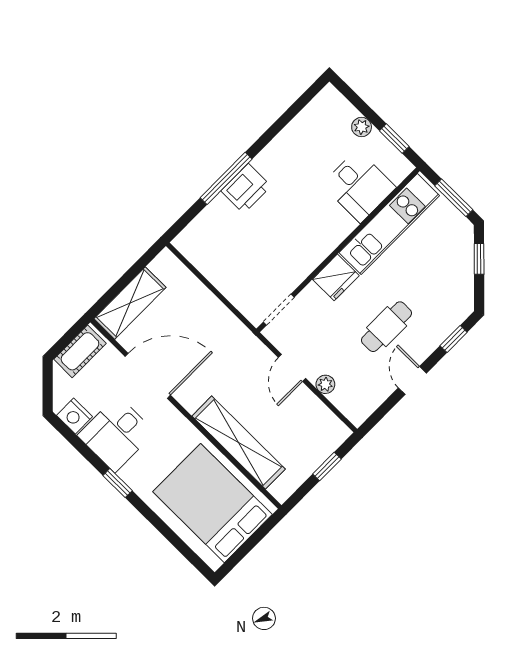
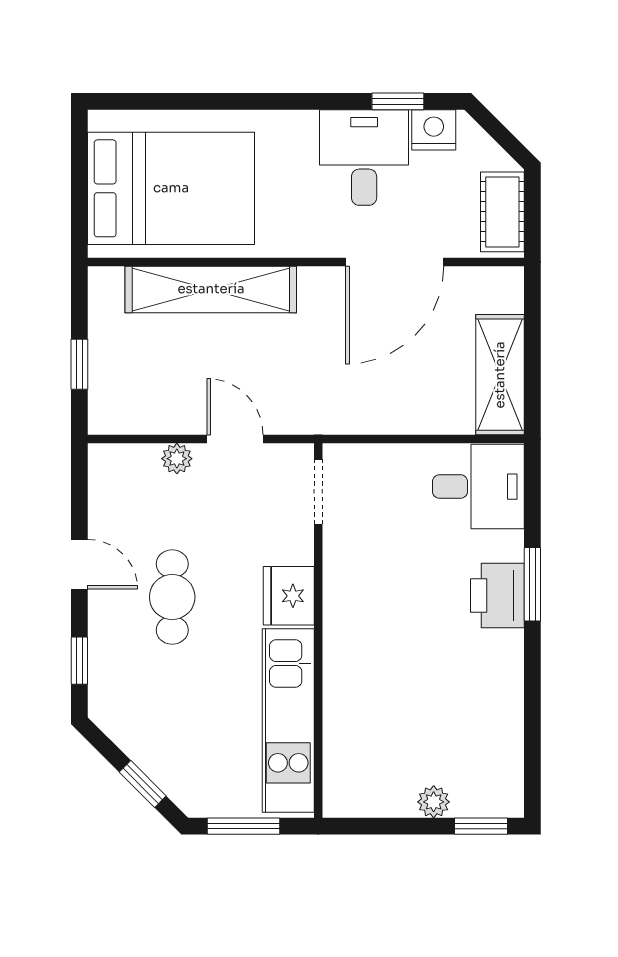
window: (394, 139) -> (481, 826), moved
window: (226, 178) -> (532, 584), width x0.69
desk: (359, 186) -> (478, 487), moved, turned 180
shelving: (130, 303) -> (500, 375), moved
window: (118, 483) -> (398, 101), moved

